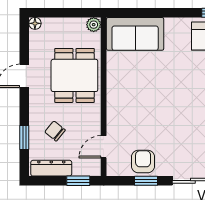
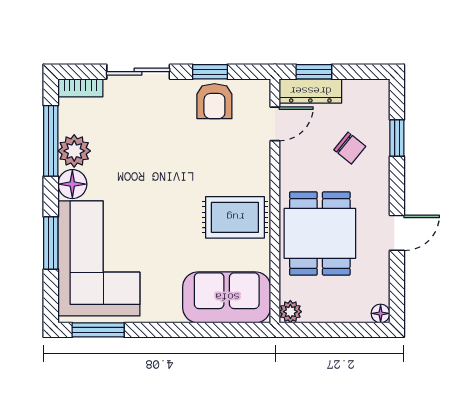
rug: (130, 86) -> (235, 217), added
dresser: (51, 168) -> (310, 91), moved

